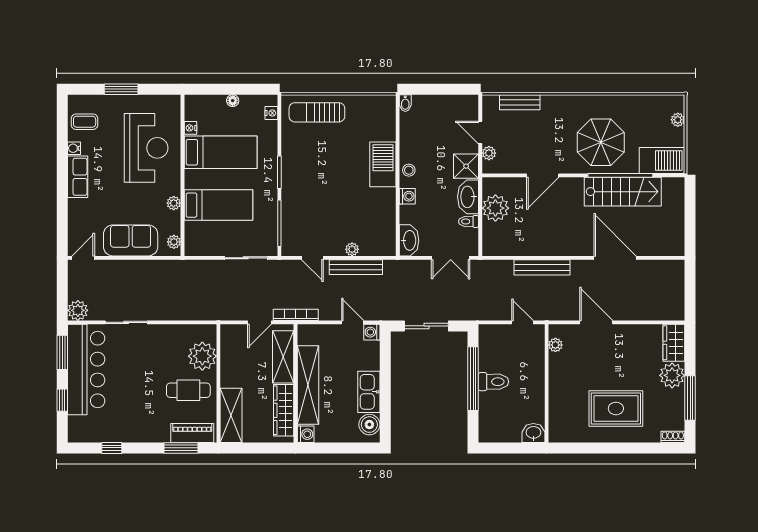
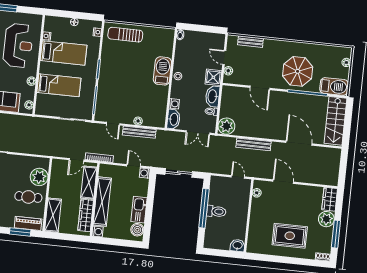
door: (543, 175) -> (260, 88), hinge flipped
stairs: (623, 192) -> (336, 121), moved, turned 90
washing machine: (407, 196) -> (174, 104), moved
plant: (495, 208) -> (226, 126), moved

